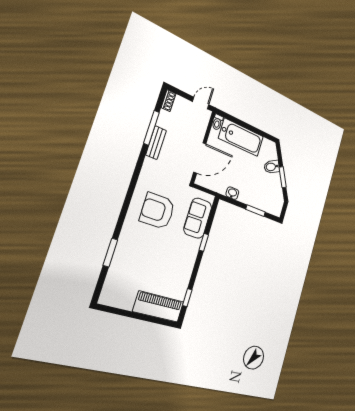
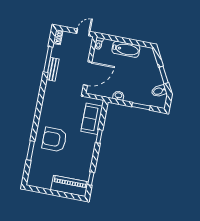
bathtub: (241, 137) -> (126, 49), width x0.73, depth x0.73
bidet: (272, 167) -> (159, 91), moved
armchair: (157, 211) -> (54, 139), moved

